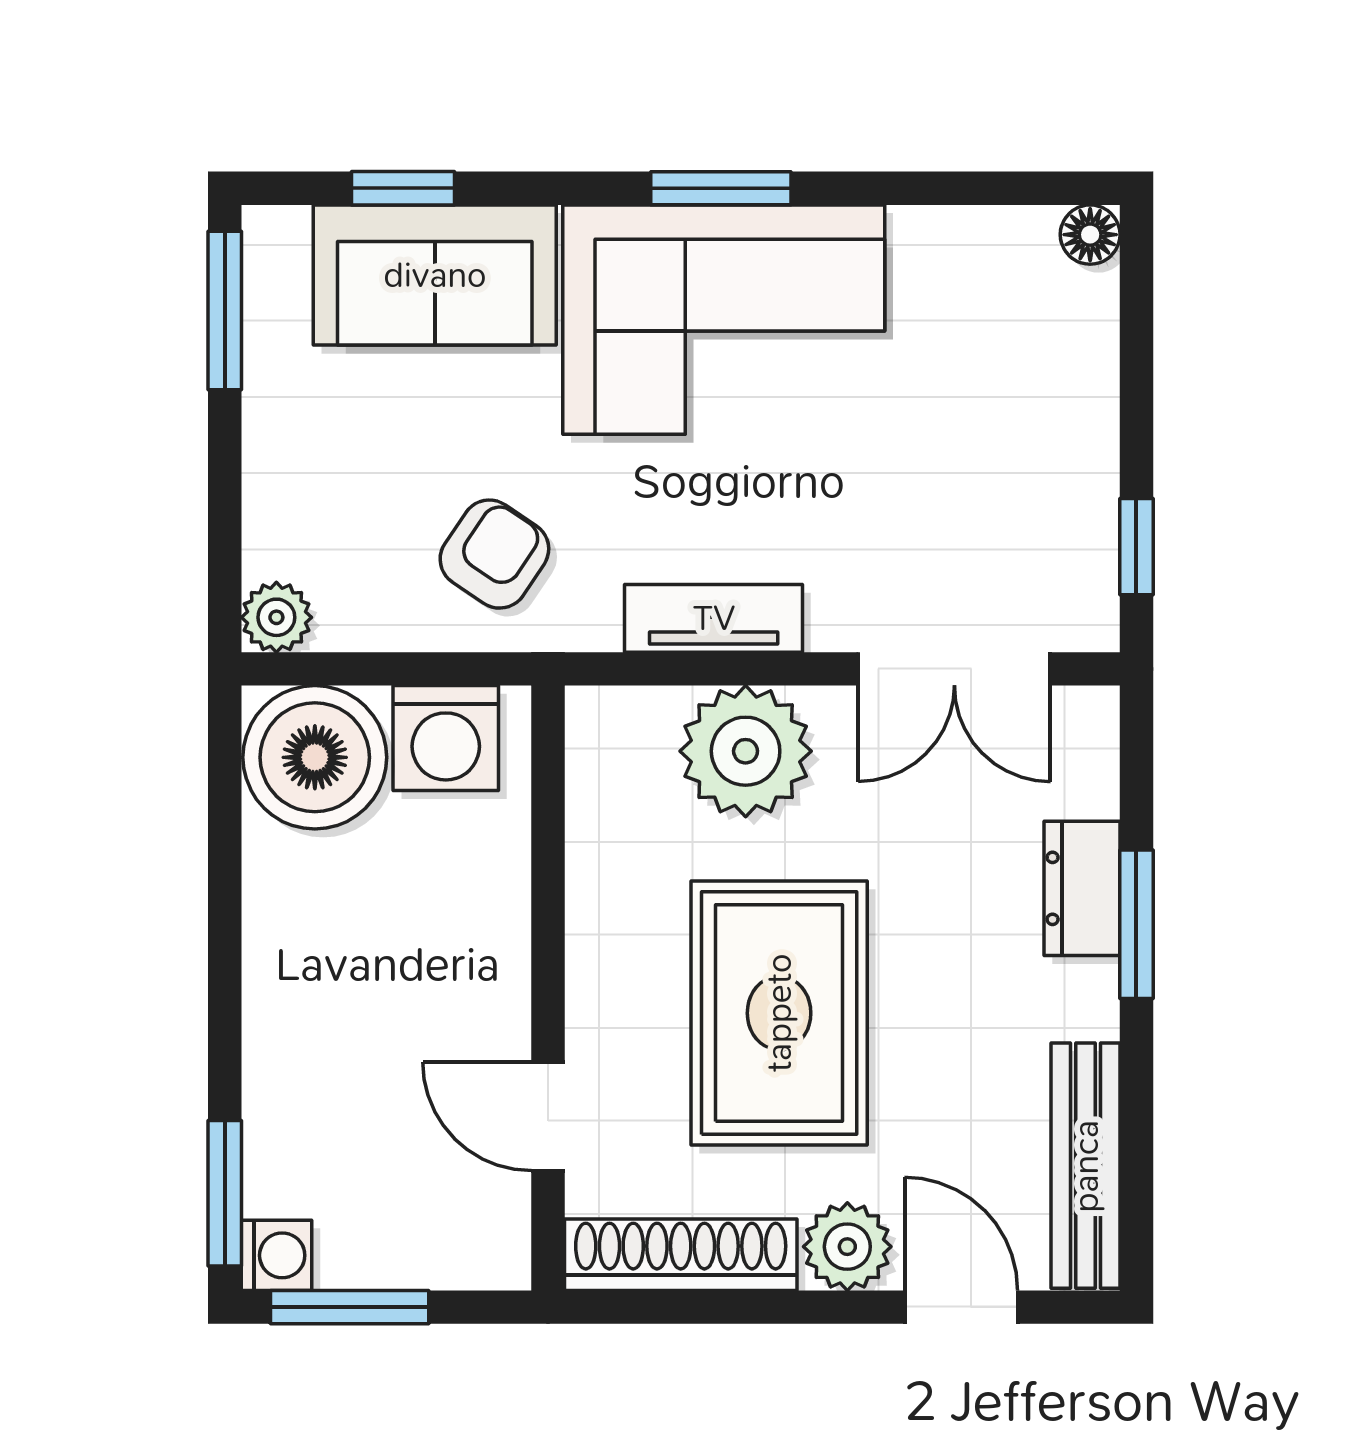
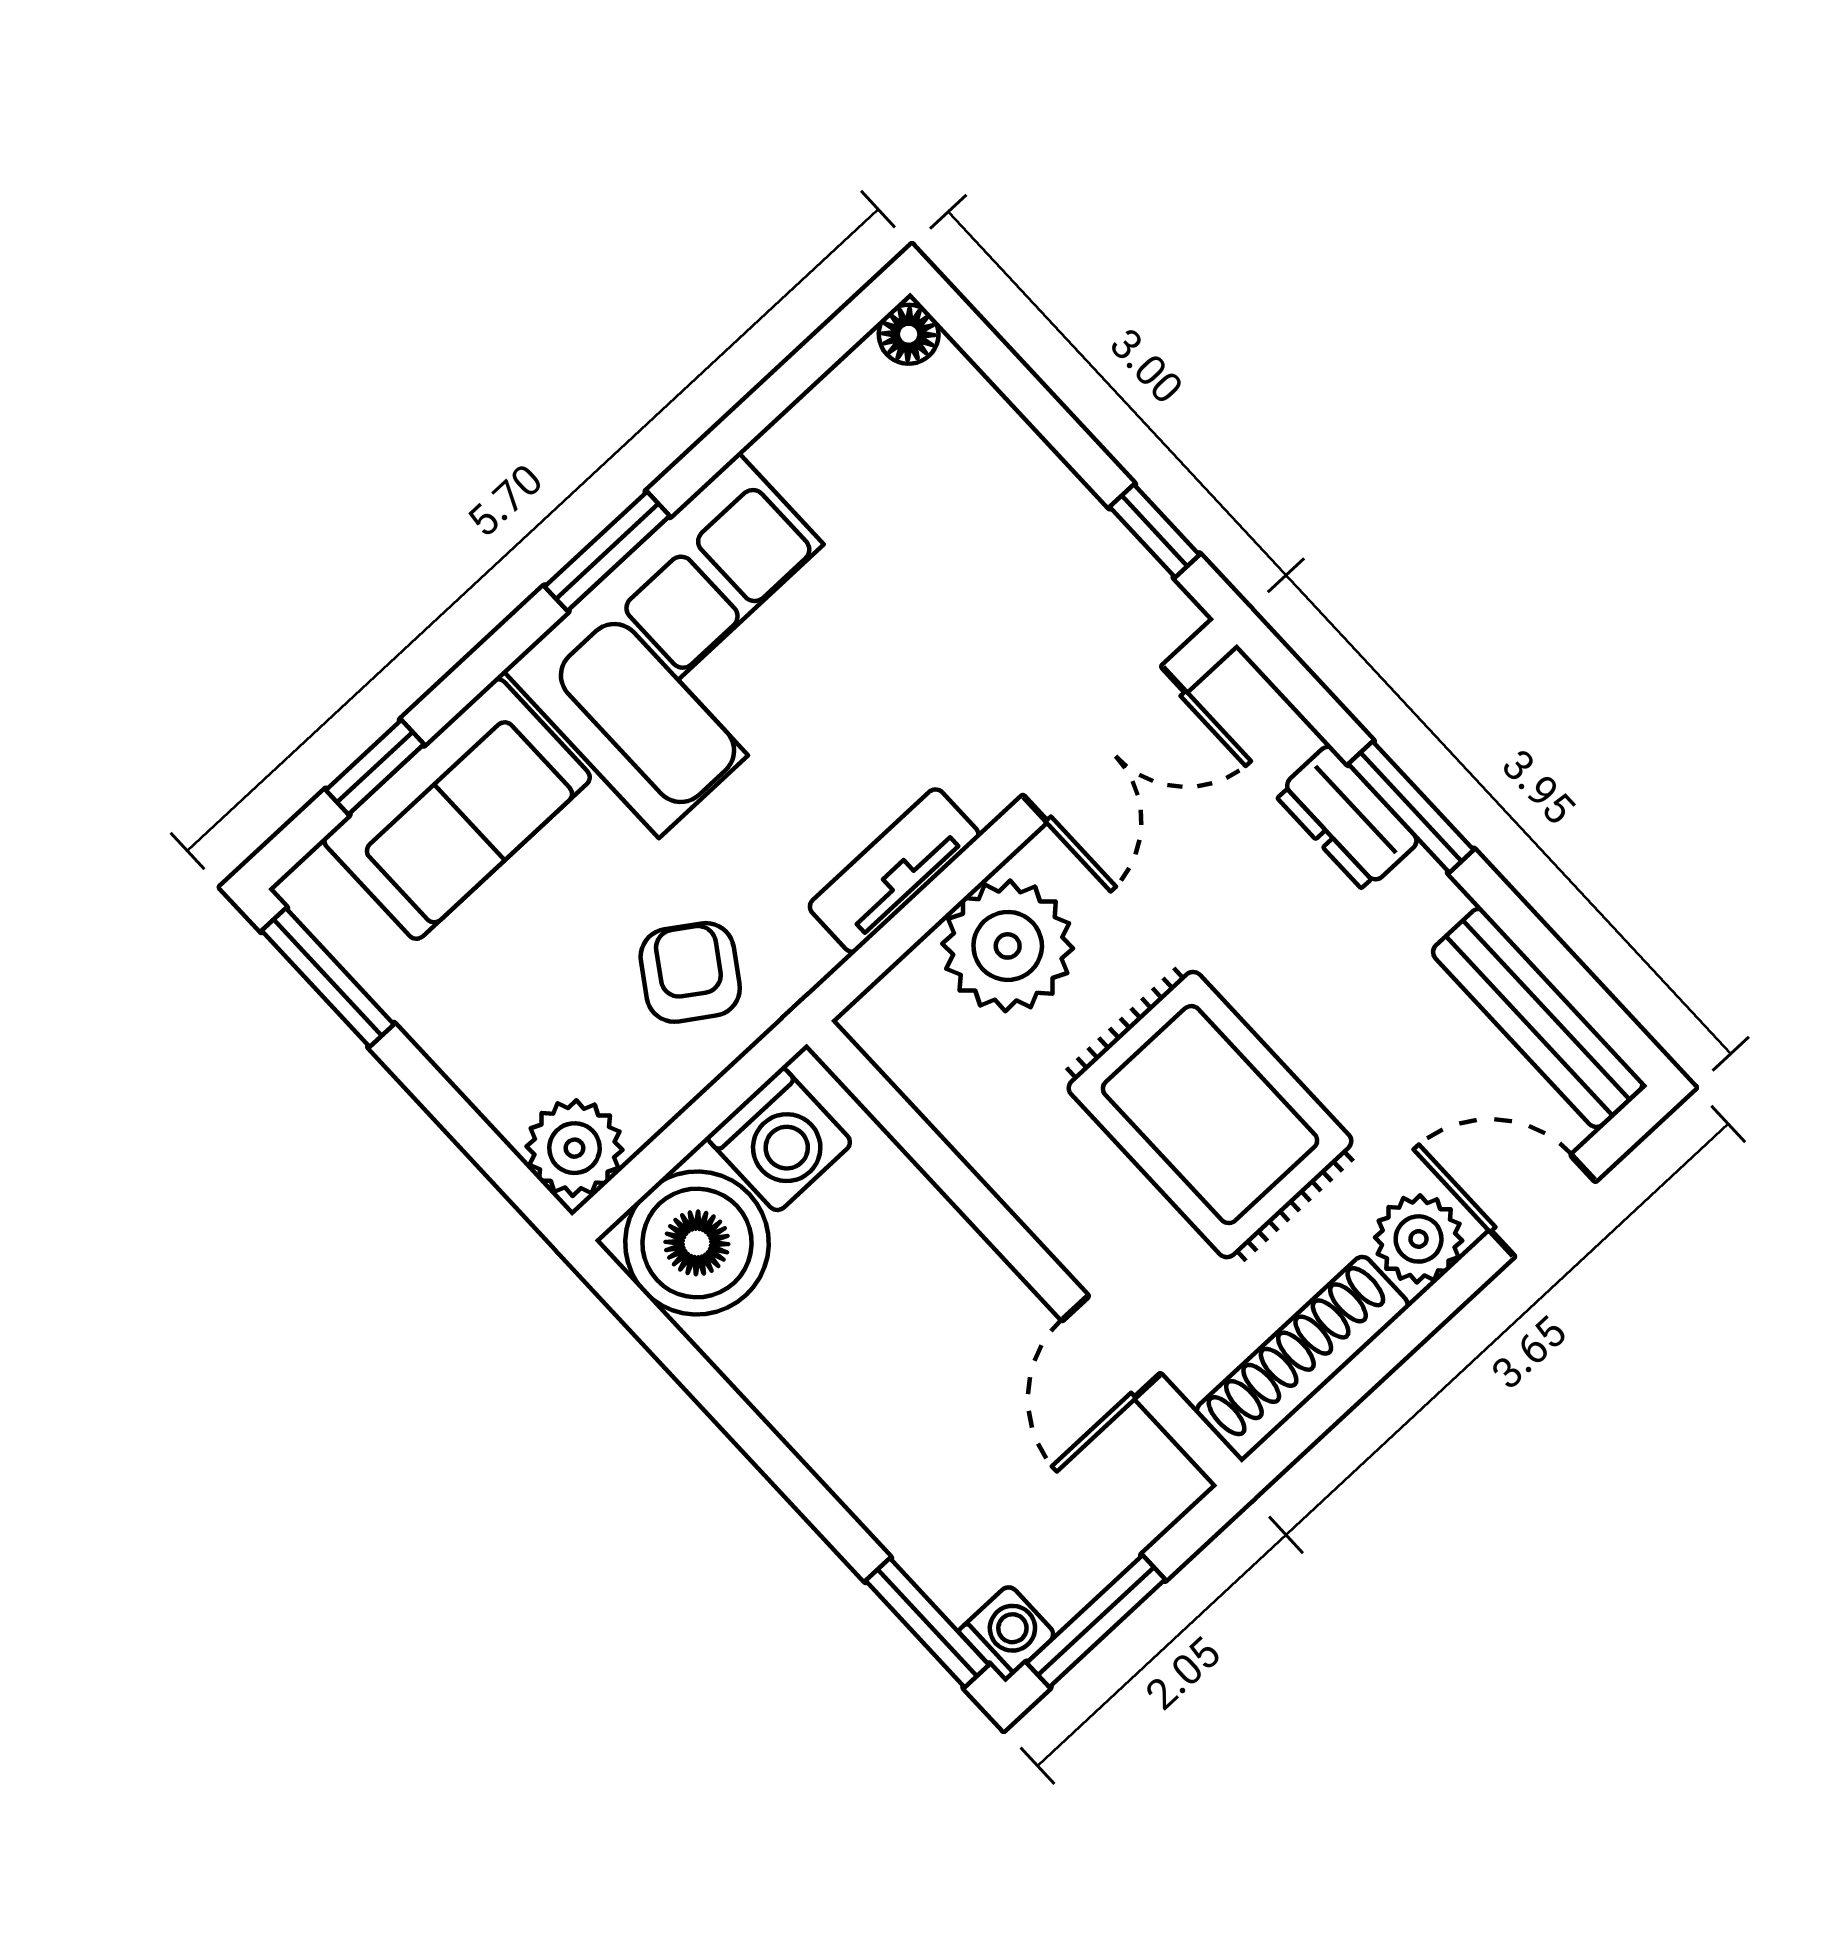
plant: (276, 617) -> (574, 1148), width x1.38, depth x1.38
door: (548, 1116) -> (1111, 1347), hinge flipped

